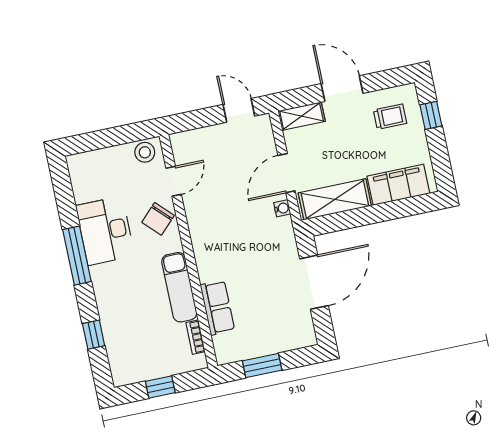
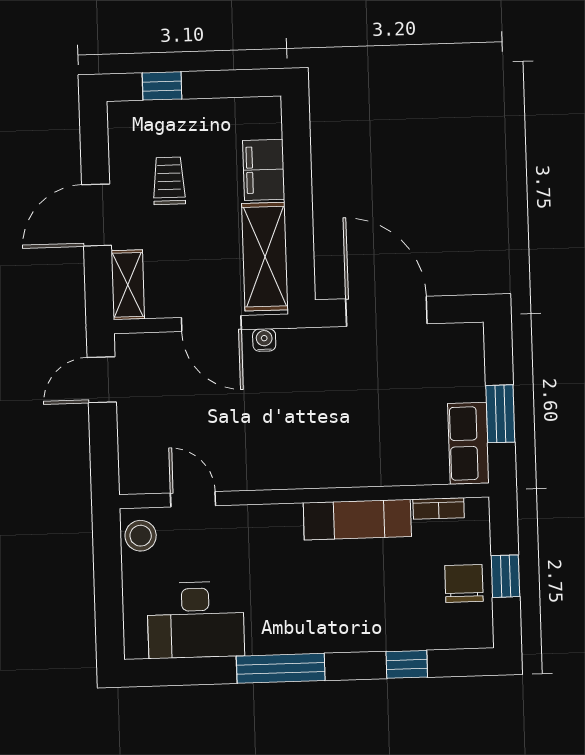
trolley: (390, 117) -> (169, 181), moved
filing cabinet: (398, 185) -> (264, 170), width x0.67, depth x0.86
chair: (158, 219) -> (464, 583), moved, turned -135
desk: (105, 231) -> (196, 620), moved
row of seats: (217, 308) -> (468, 443), moved, turned -90

